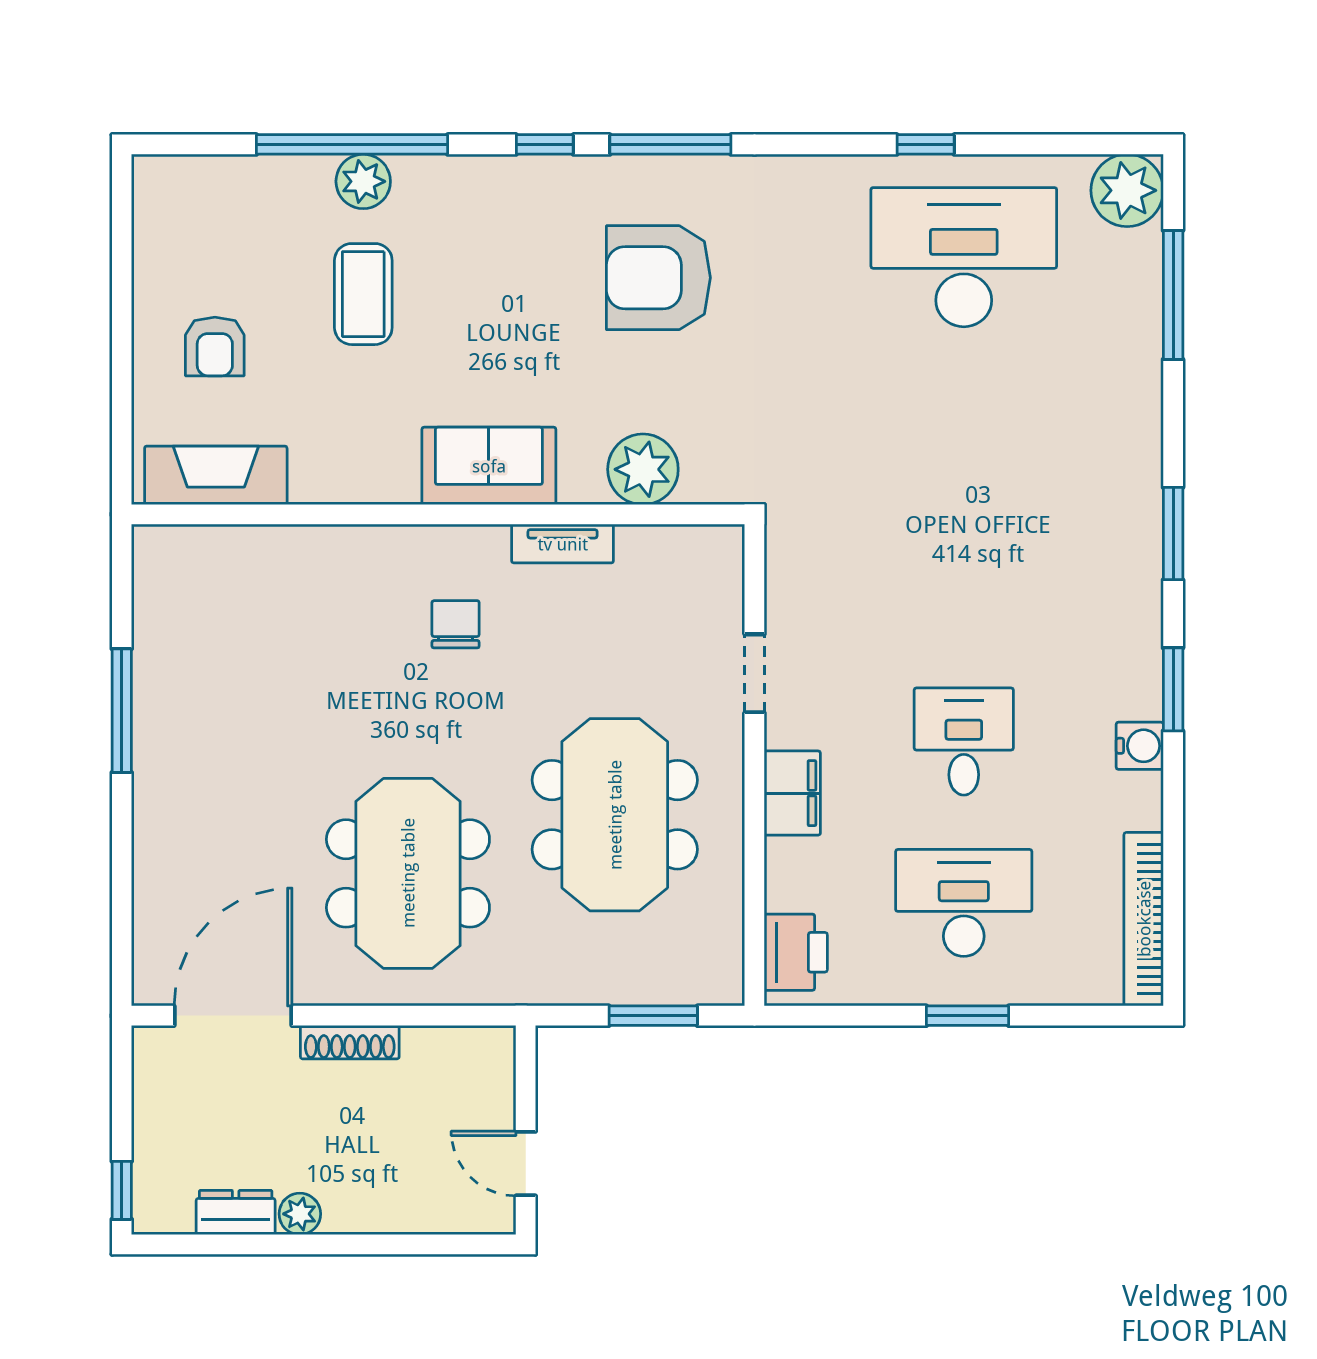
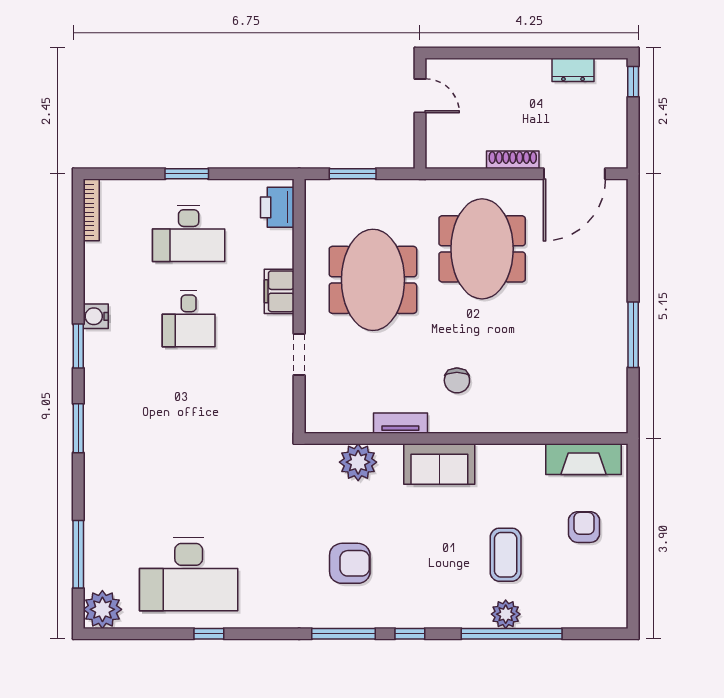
armchair: (658, 278) -> (350, 563), width x0.73, depth x0.73
bookcase: (1144, 919) -> (91, 210), width x0.68, depth x0.76
plant: (300, 1214) -> (539, 69), removed

